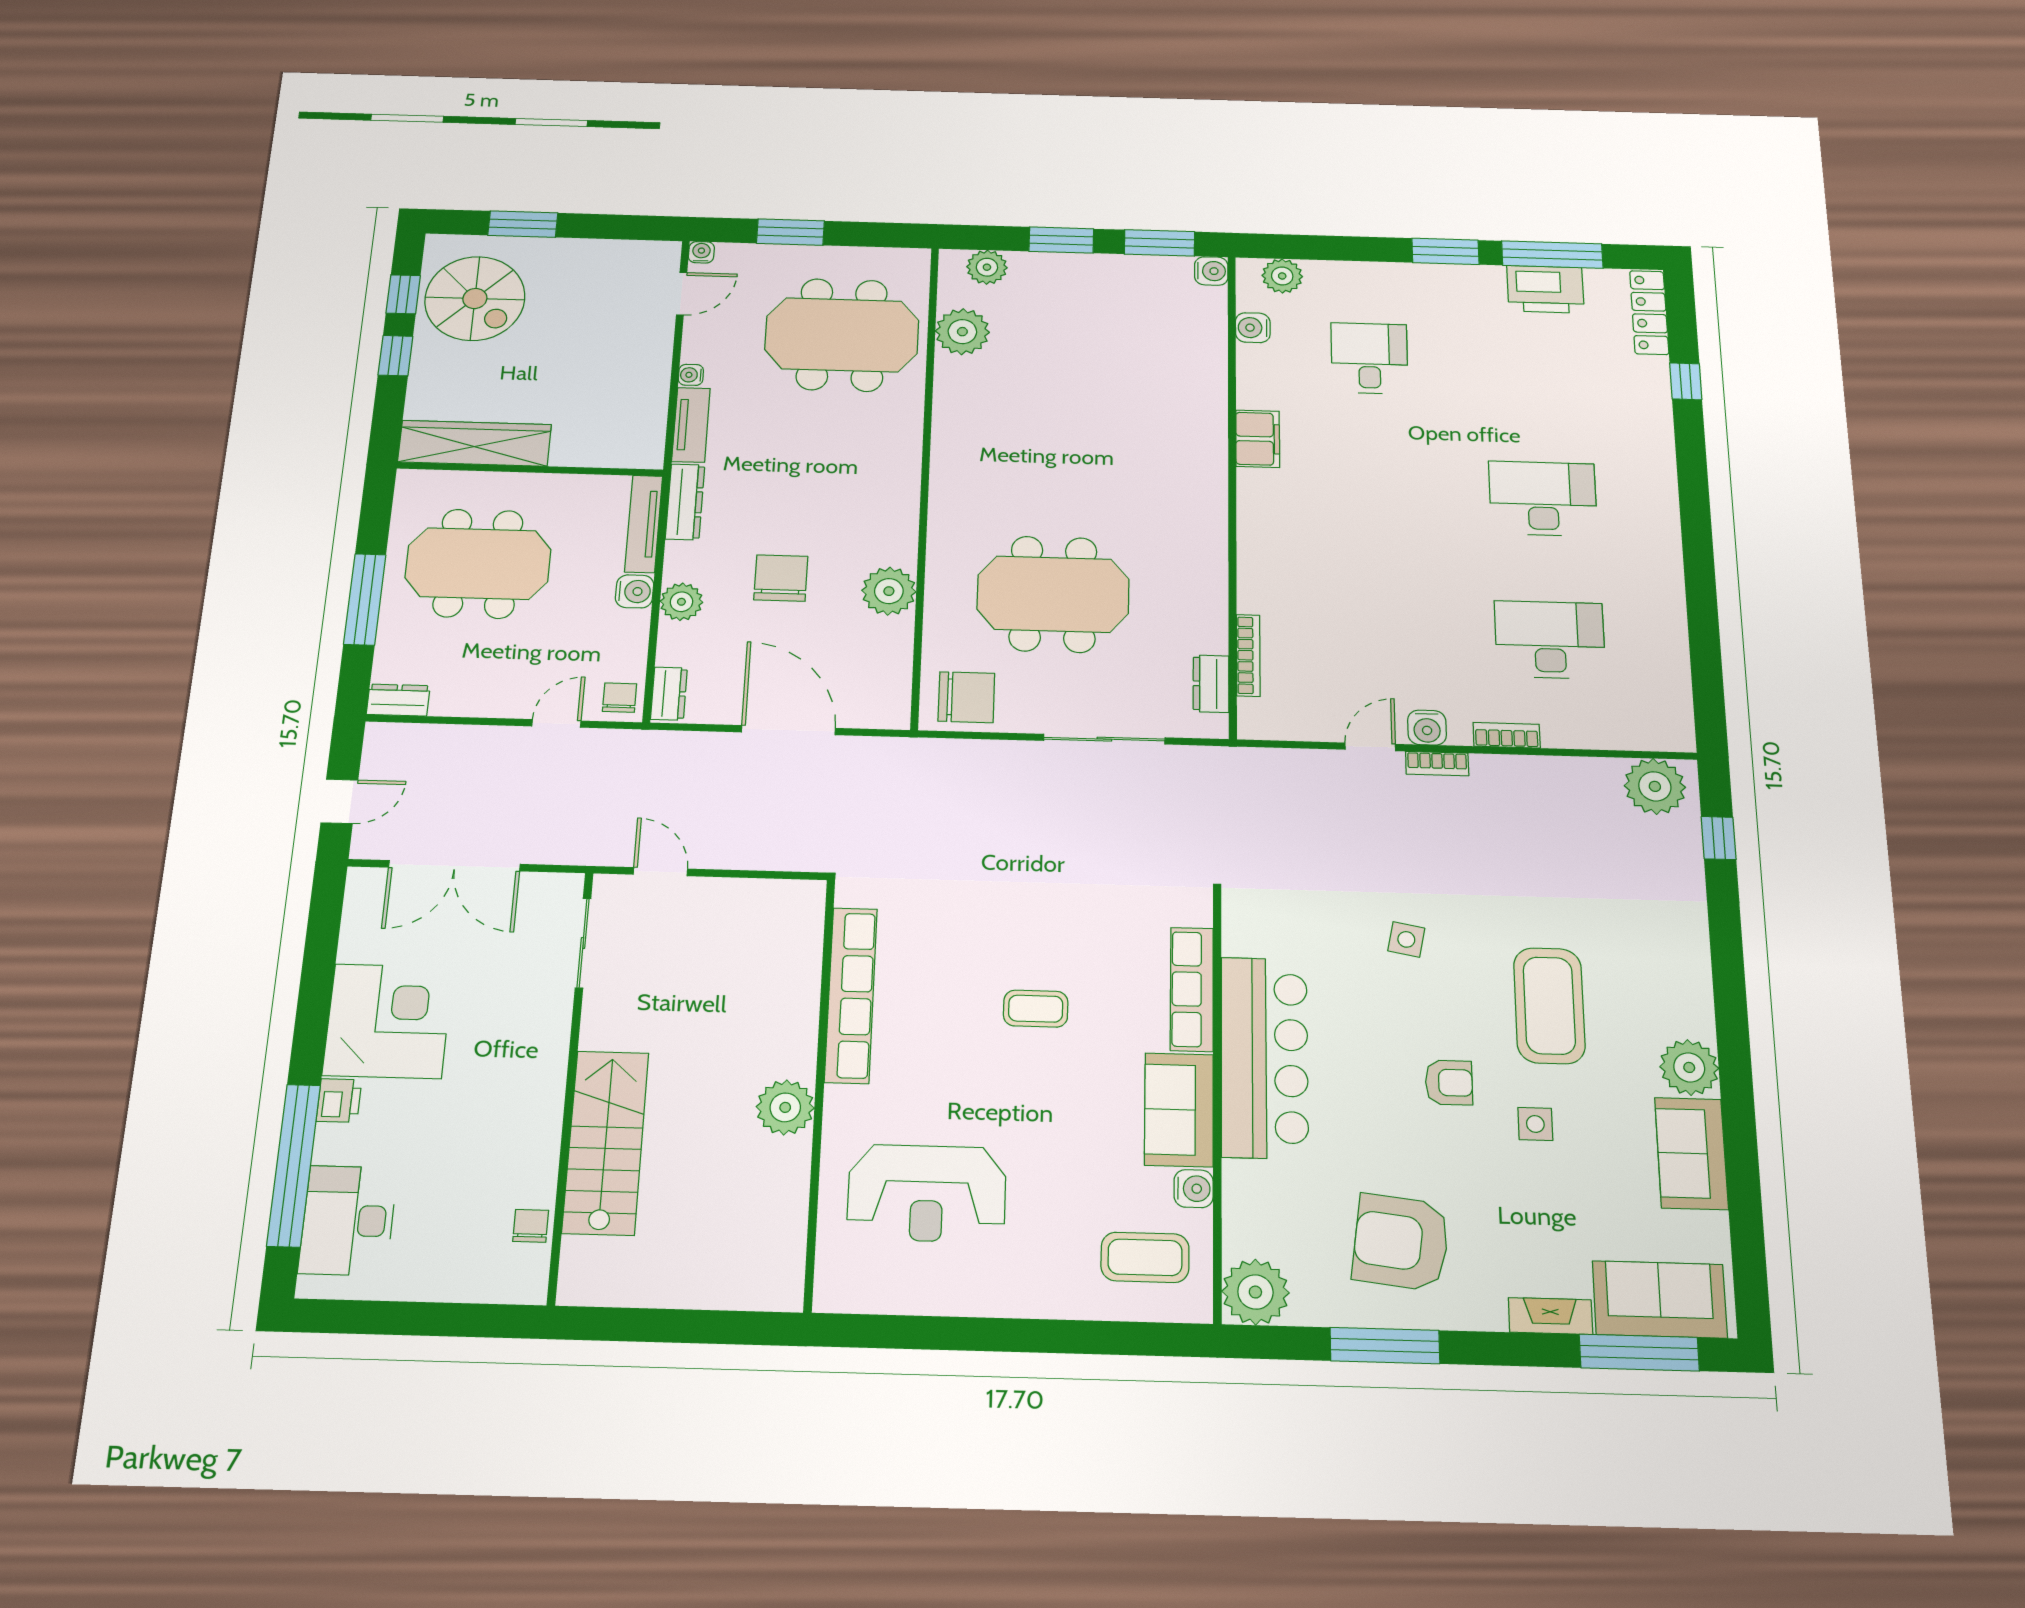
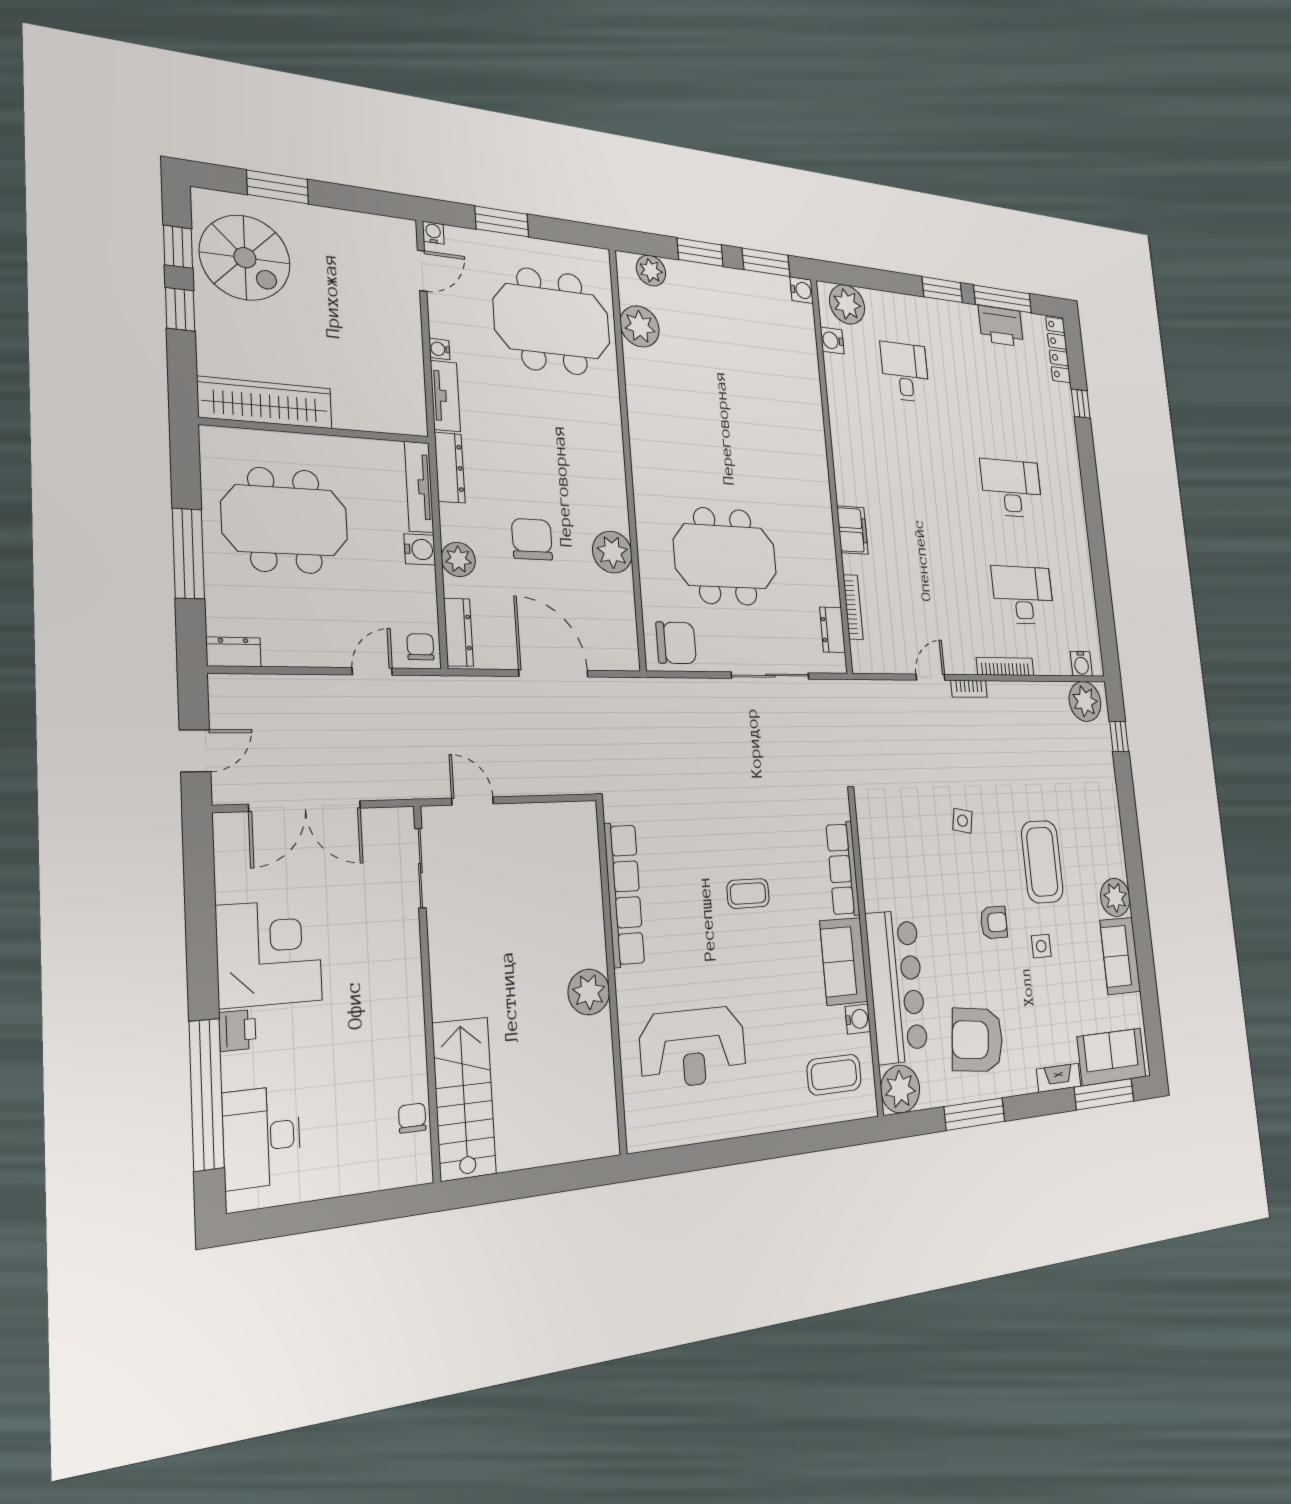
plant: (1282, 276) -> (847, 304), width x1.36, depth x1.36
filing cabinet: (1258, 439) -> (852, 530), moved
dresser: (669, 694) -> (458, 632), width x1.44
water cooler: (1427, 728) -> (1081, 664), moved
bookcase: (1507, 735) -> (1005, 666), width x1.56
bar counter: (1264, 1057) -> (897, 986), moved
stairs: (606, 1142) -> (464, 1098), moved

